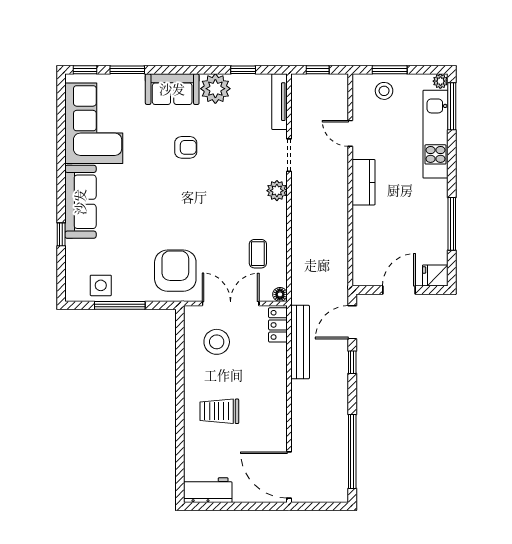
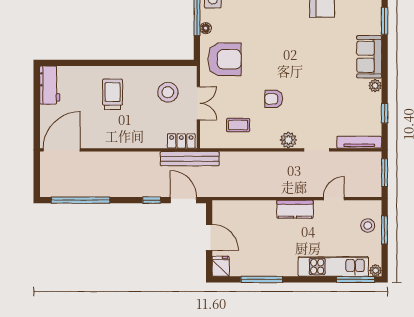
window: (318, 70) -> (385, 173), width x1.50
plant: (215, 89) -> (375, 86), width x0.53, depth x0.53
armchair: (186, 147) -> (274, 99), moved, turned 90
floor lamp: (280, 294) -> (206, 28), moved
double door: (231, 303) -> (198, 103), width x0.73
bench: (300, 342) -> (190, 159), moved

